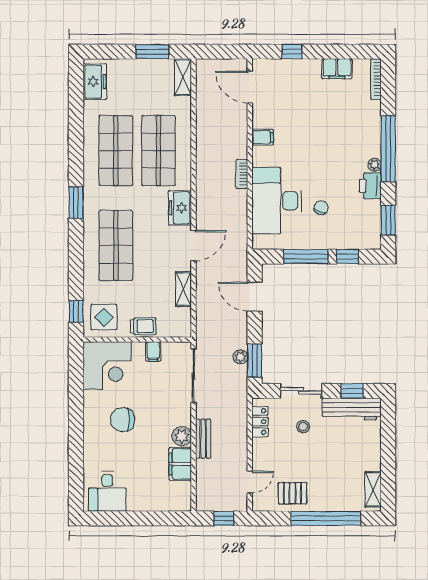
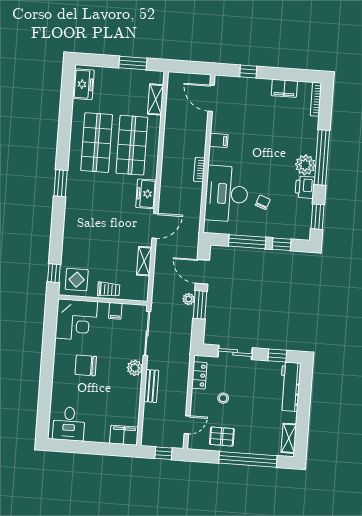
shelving: (183, 77) -> (156, 99), moved
plant: (375, 165) -> (305, 165), width x1.87, depth x1.87
shop shelf: (116, 245) -> (91, 221), removed
plant: (240, 357) -> (189, 299), moved
window: (255, 361) -> (200, 305), moved
workbench: (352, 409) -> (290, 387), moved, turned 90
stool: (303, 427) -> (223, 398), moved
plant: (182, 436) -> (135, 368), moved
filing cabinet: (180, 464) -> (124, 435), moved, turned 90

